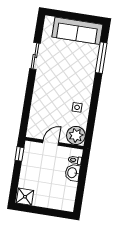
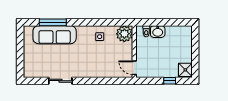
sofa: (77, 31) -> (55, 35), moved, turned 90
door: (51, 143) -> (134, 68), moved
window: (19, 154) -> (170, 81), moved

